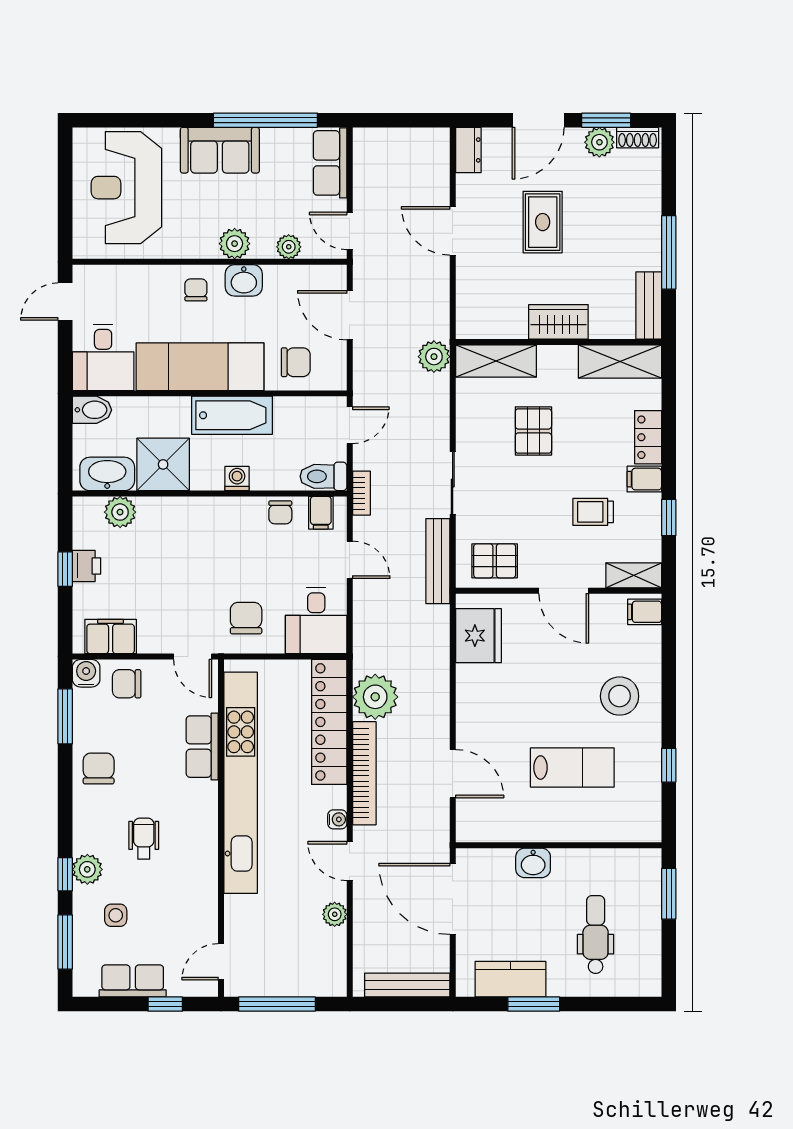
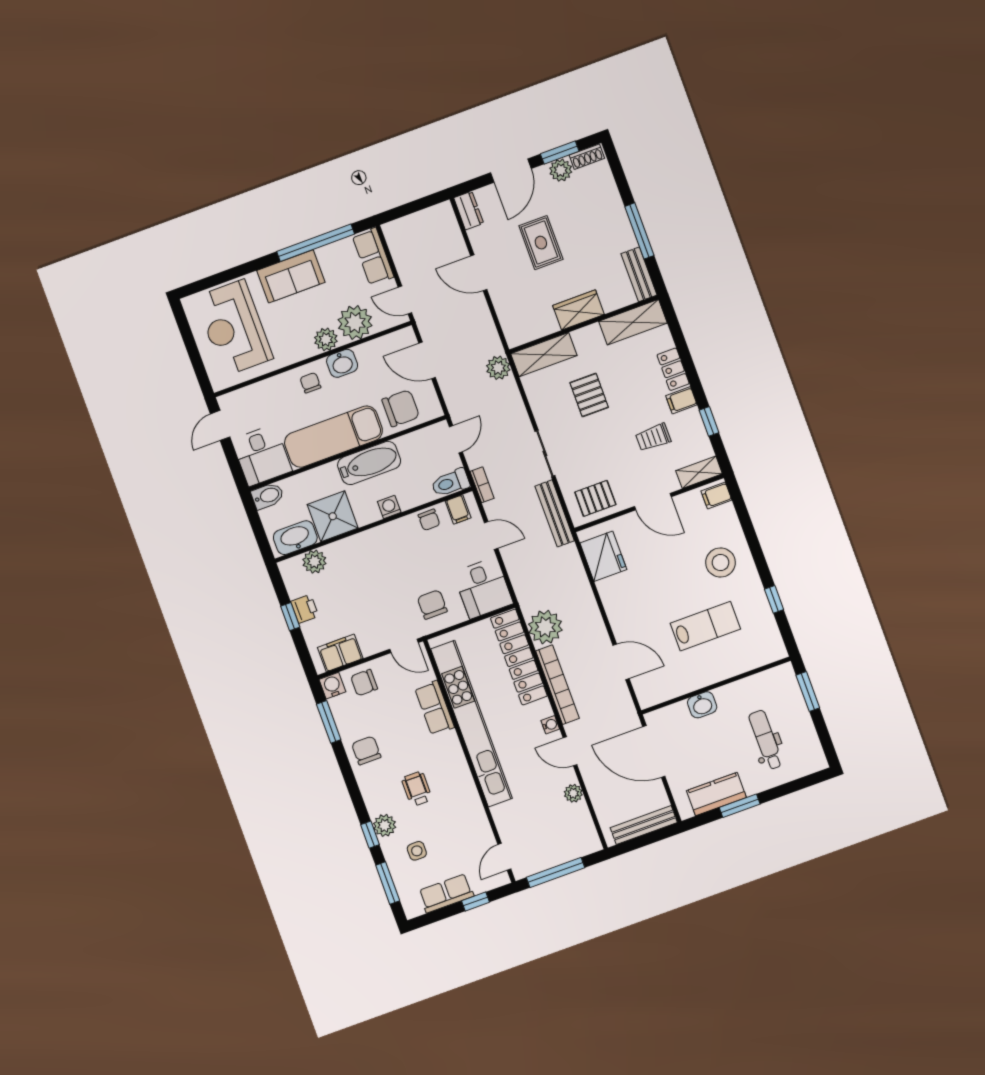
plant: (289, 247) -> (355, 323), width x1.87, depth x1.87
chair: (296, 362) -> (401, 408), width x1.37, depth x1.37

